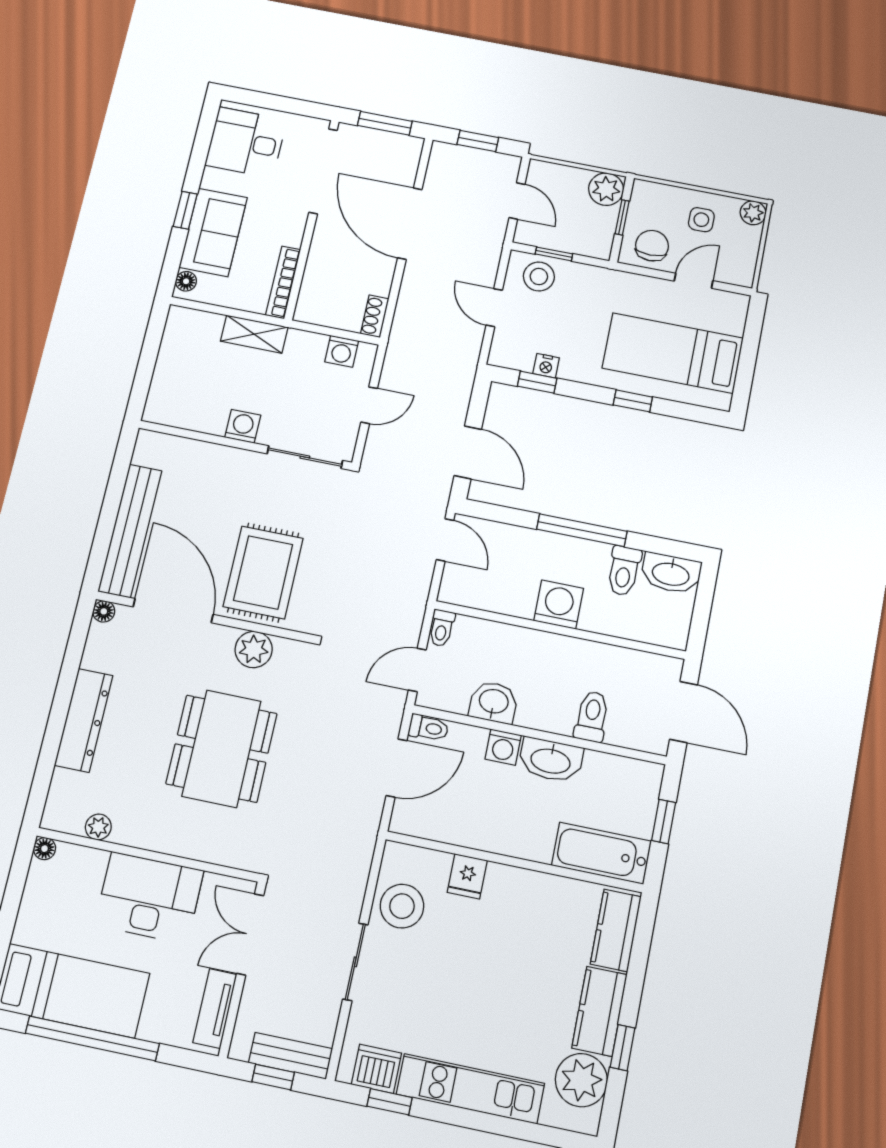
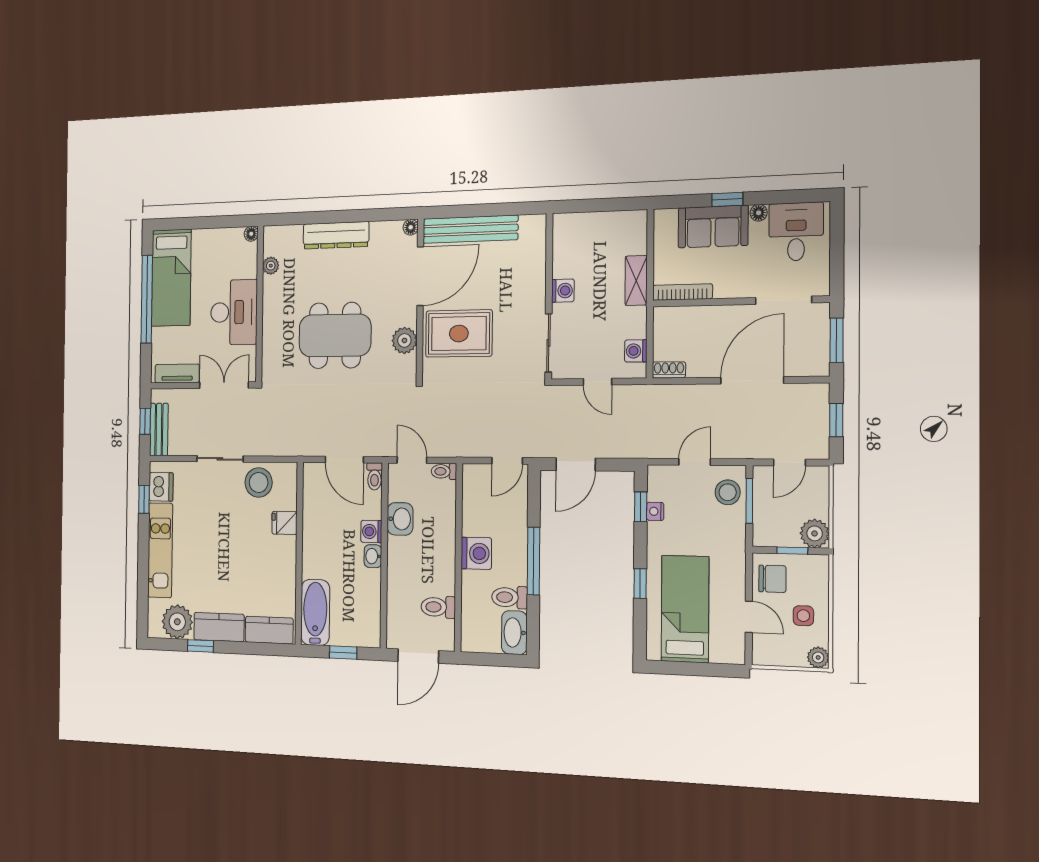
doorway: (323, 171) -> (783, 300), width x0.73
window: (554, 254) -> (749, 501), width x1.50
floor lamp: (186, 281) -> (759, 213), moved
toilet: (592, 716) -> (438, 607), moved, turned 180
washbasin: (551, 760) -> (373, 556), width x0.52, depth x0.69

